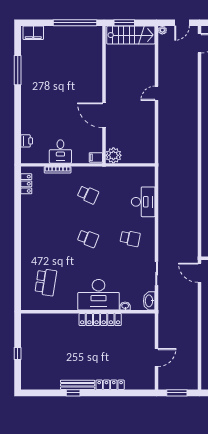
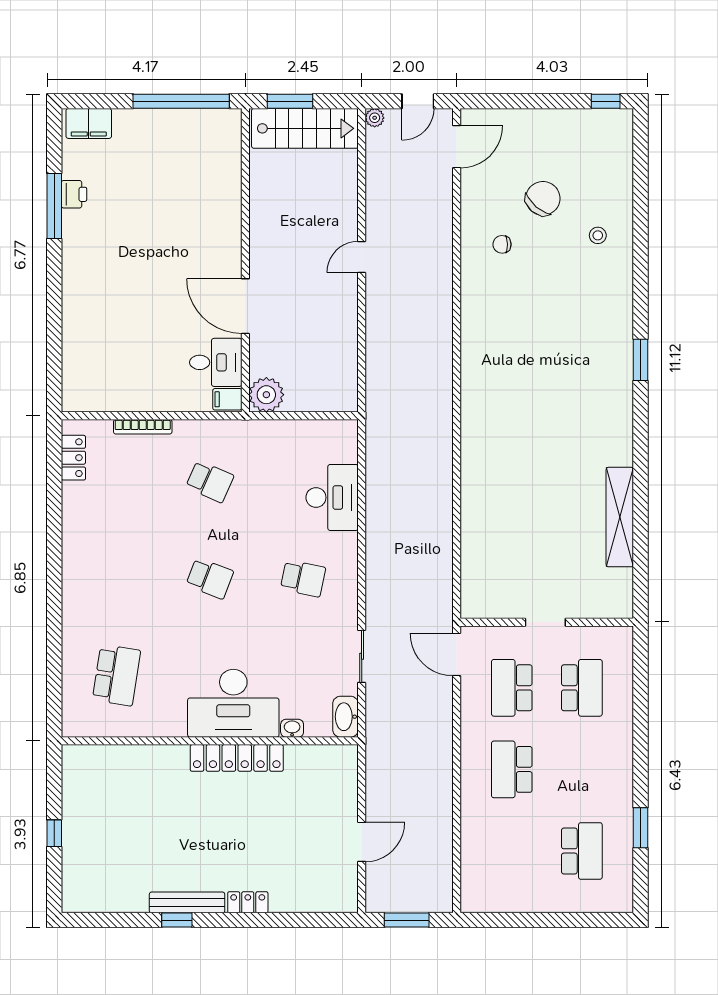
printer: (27, 141) -> (74, 194), moved
desk: (60, 151) -> (216, 362), moved, turned -90
locker: (110, 385) -> (248, 902), width x0.66

